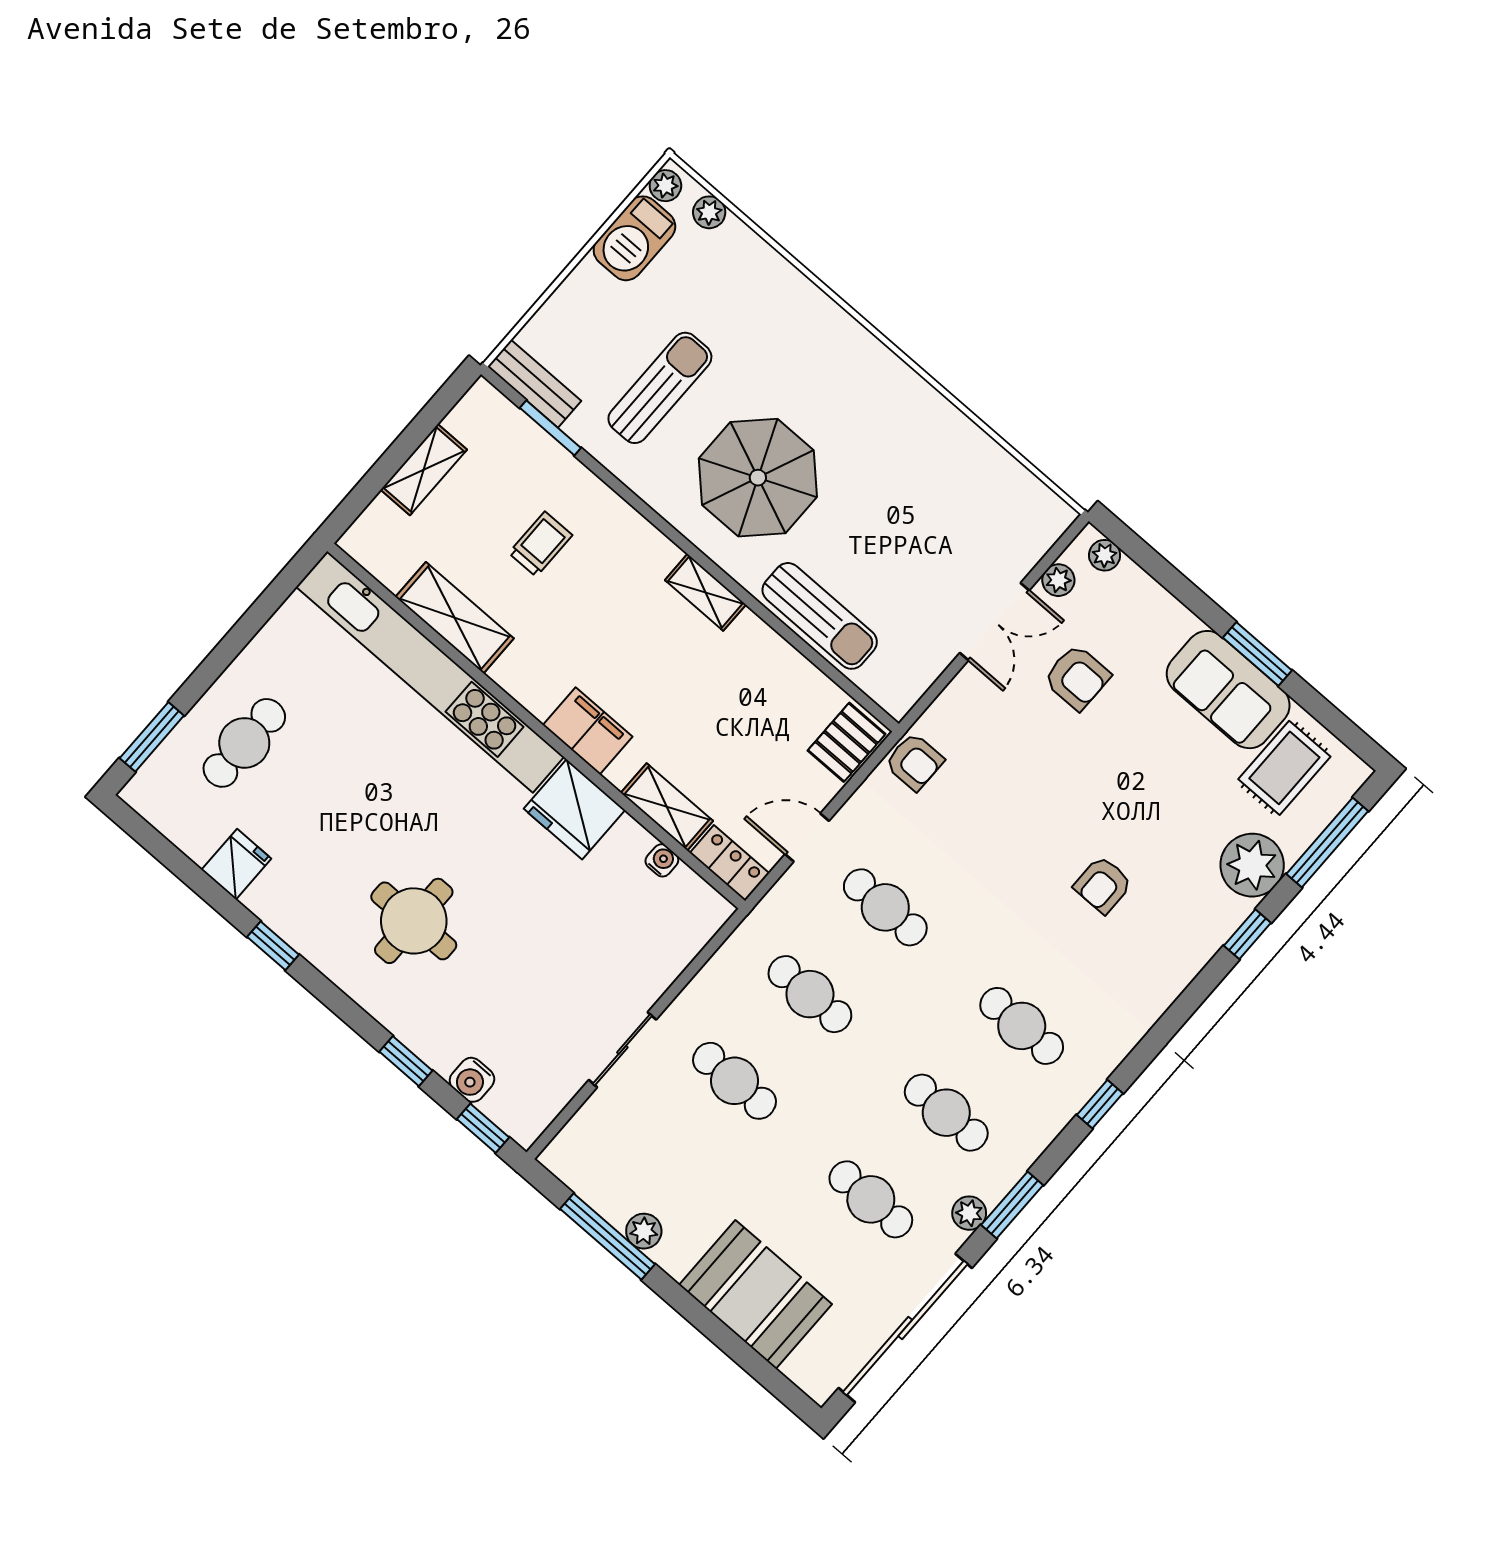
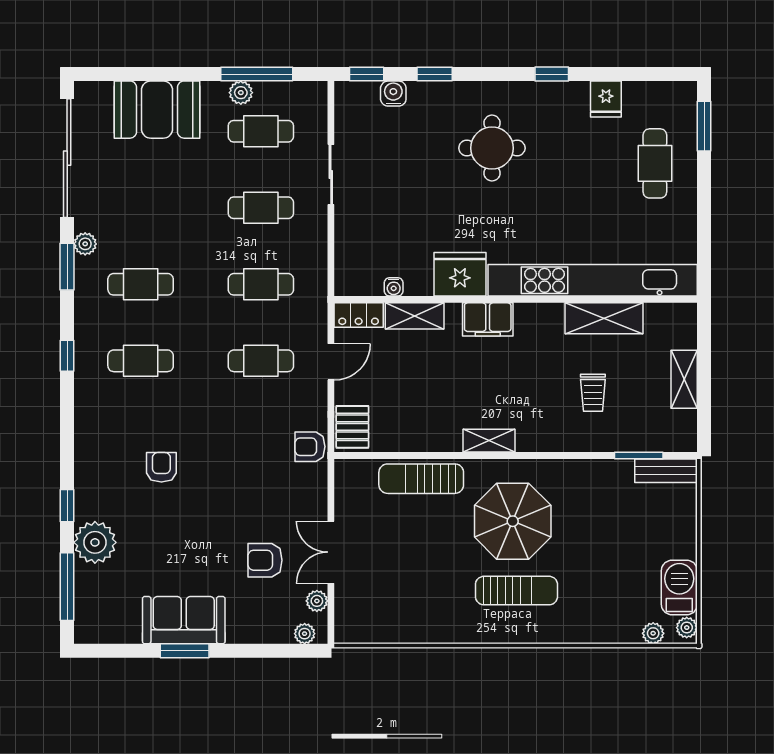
sun lounger: (660, 388) -> (516, 591), moved, turned -90
rug: (1284, 768) -> (121, 605), removed
cafe table: (871, 1199) -> (261, 131), moved

